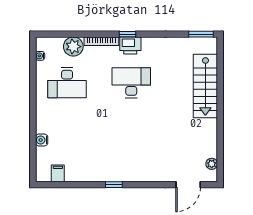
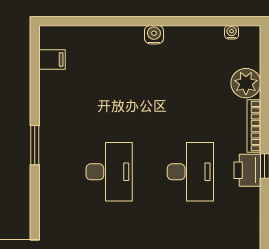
desk: (67, 83) -> (109, 172), moved, turned 180
water cooler: (42, 140) -> (154, 35), moved
window: (114, 185) -> (35, 145), width x1.50

